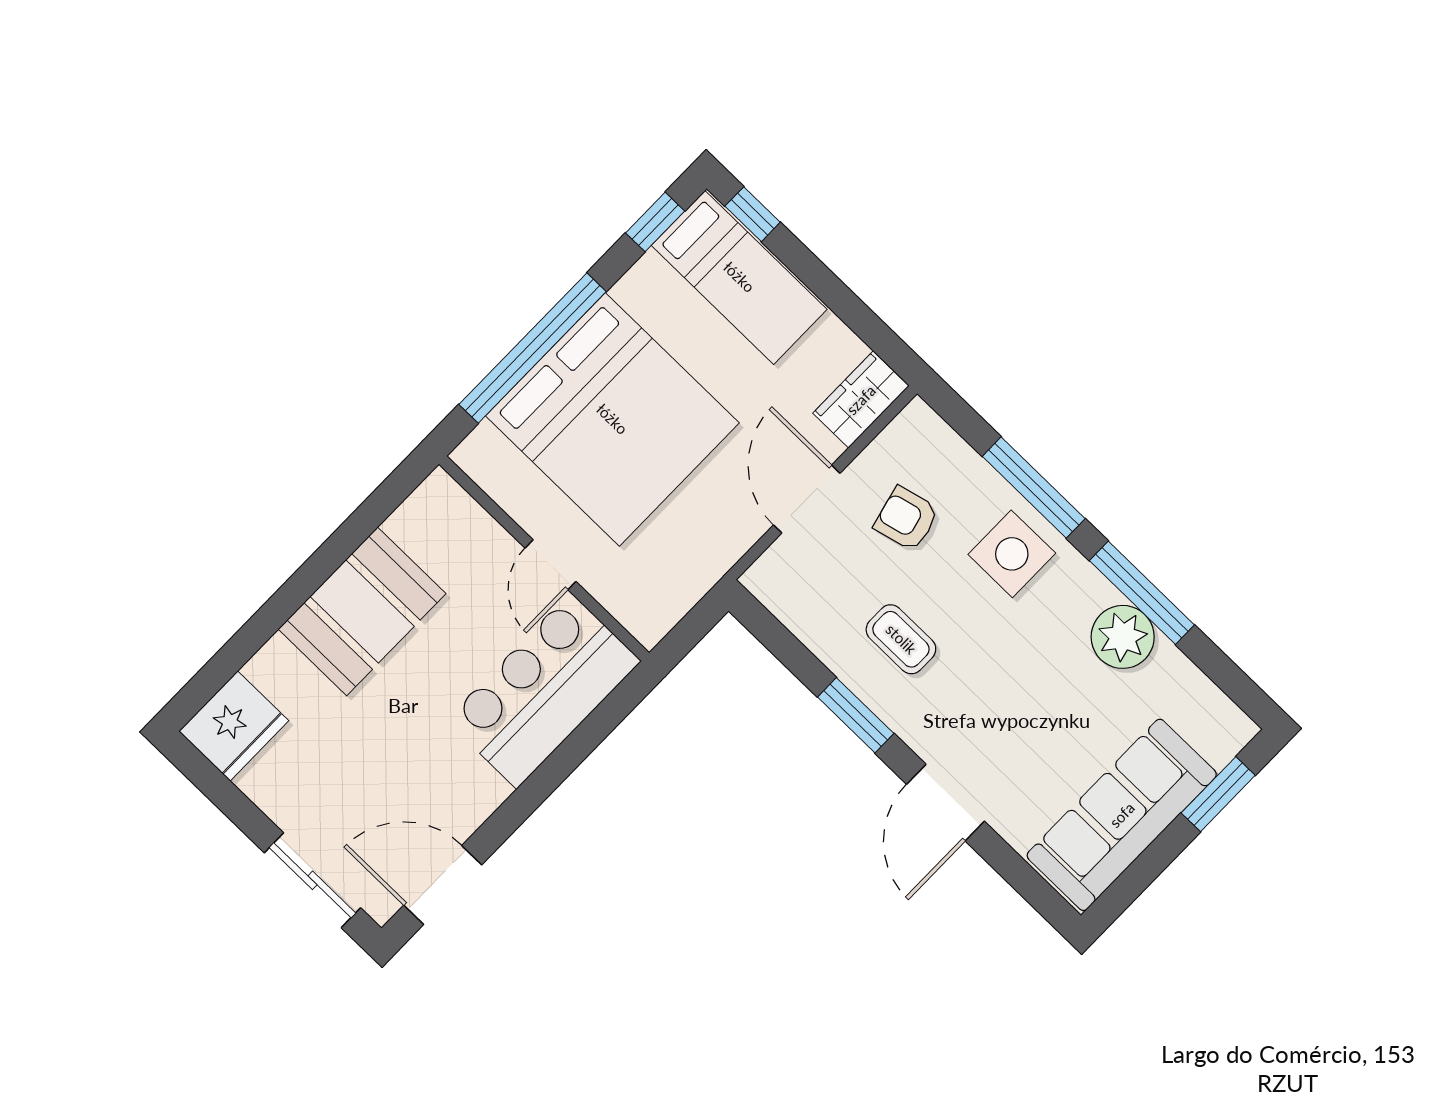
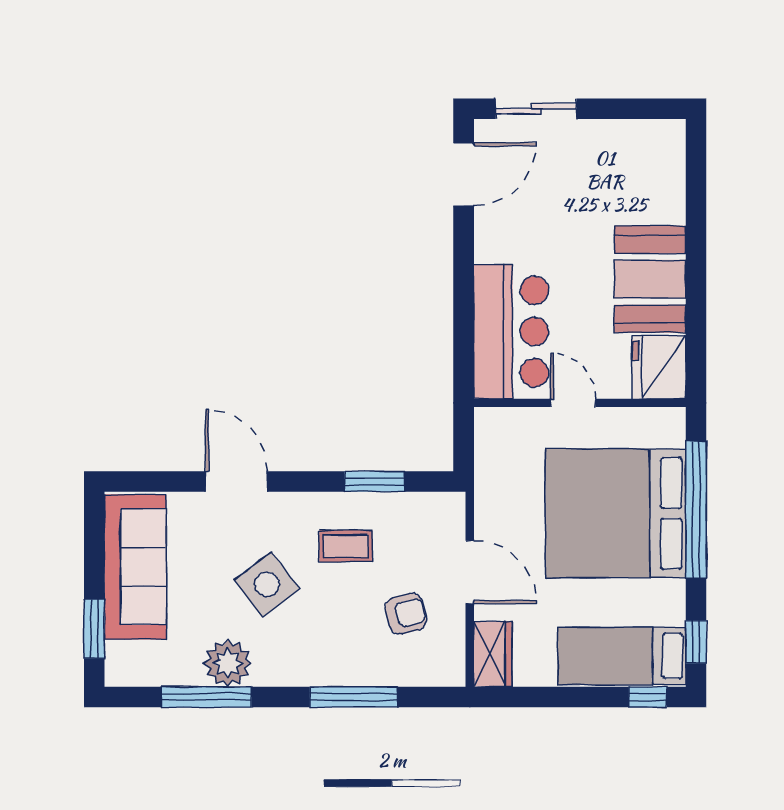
side table: (1012, 554) -> (267, 584), moved, turned -37
window: (1142, 593) -> (206, 697), moved
window: (856, 715) -> (375, 481), moved
fridge: (234, 726) -> (659, 367), moved

